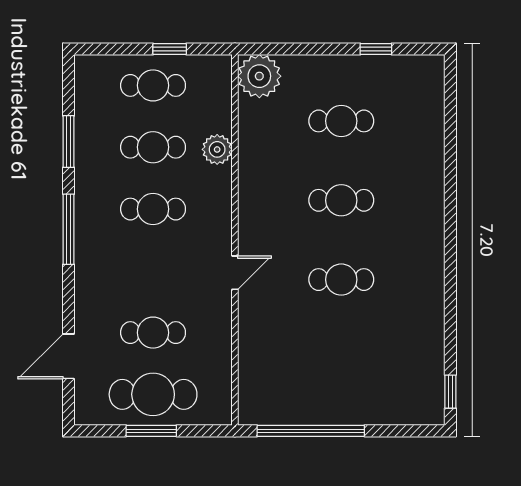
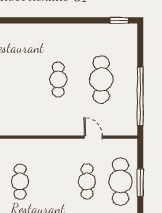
cafe table: (341, 200) -> (101, 80), moved, width x1.37, depth x1.35
door: (235, 273) -> (93, 137), moved

